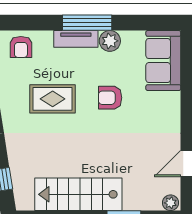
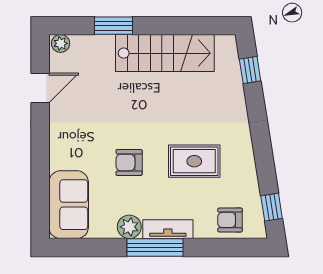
armchair: (21, 47) -> (230, 220), turned -90
armchair: (110, 98) -> (129, 162), turned 180

